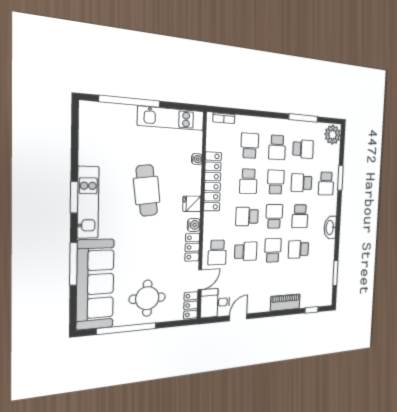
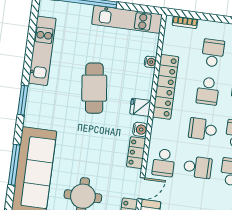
window: (74, 197) -> (23, 100), moved
kitchen unit: (88, 202) -> (42, 51), moved
window: (73, 264) -> (14, 165), moved

